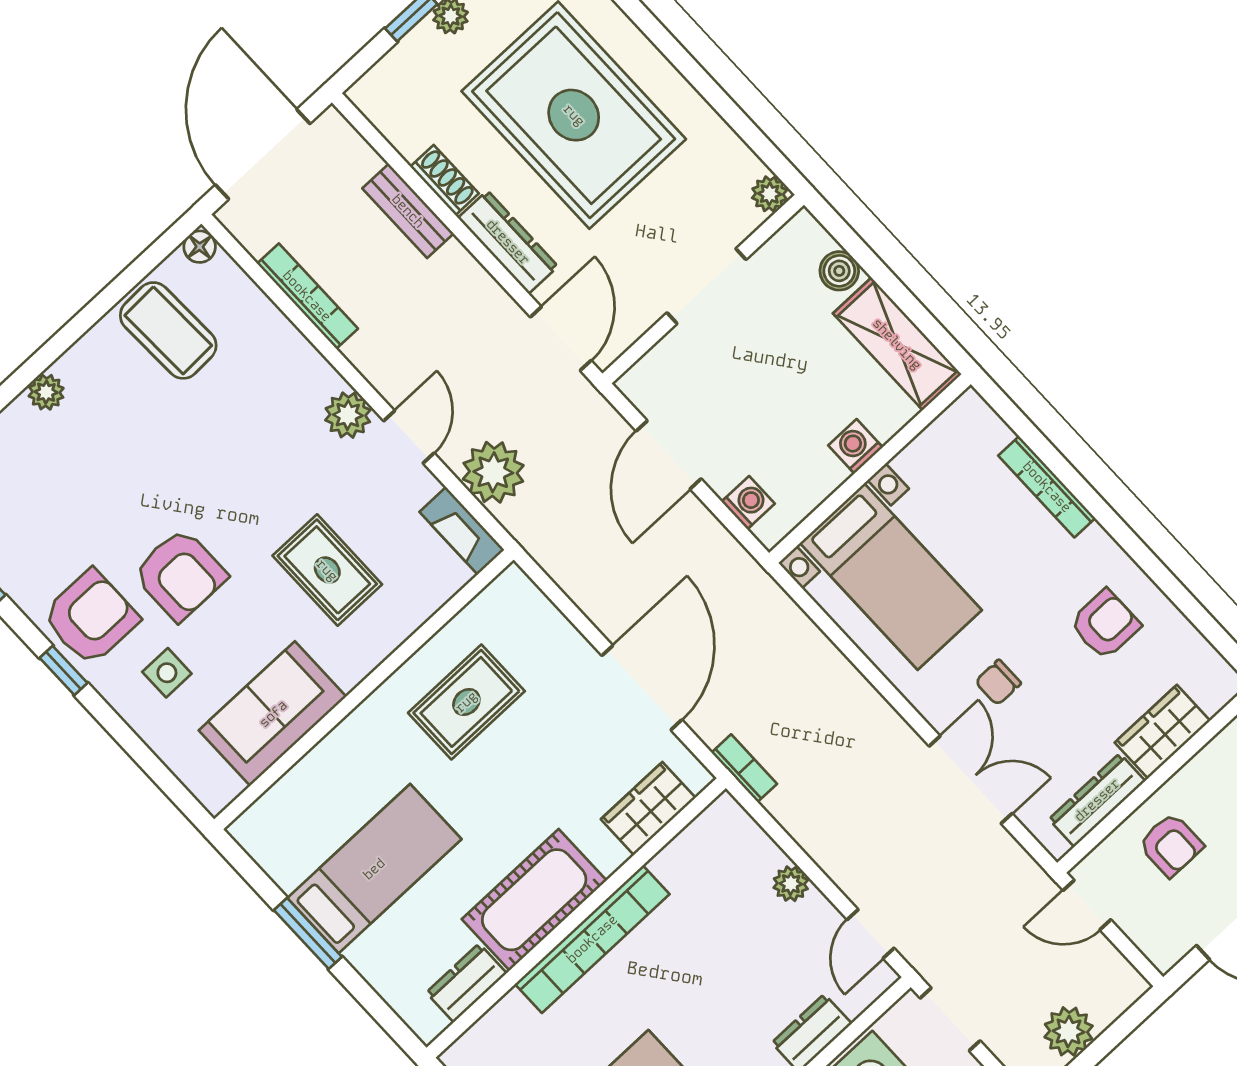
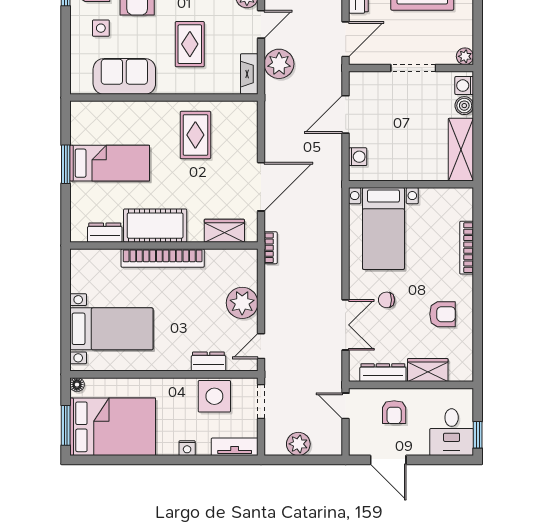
washing machine: (856, 446) -> (464, 86), moved, turned -90
rug: (466, 702) -> (195, 135), turned 90
plant: (791, 884) -> (242, 303), width x1.88, depth x1.88

